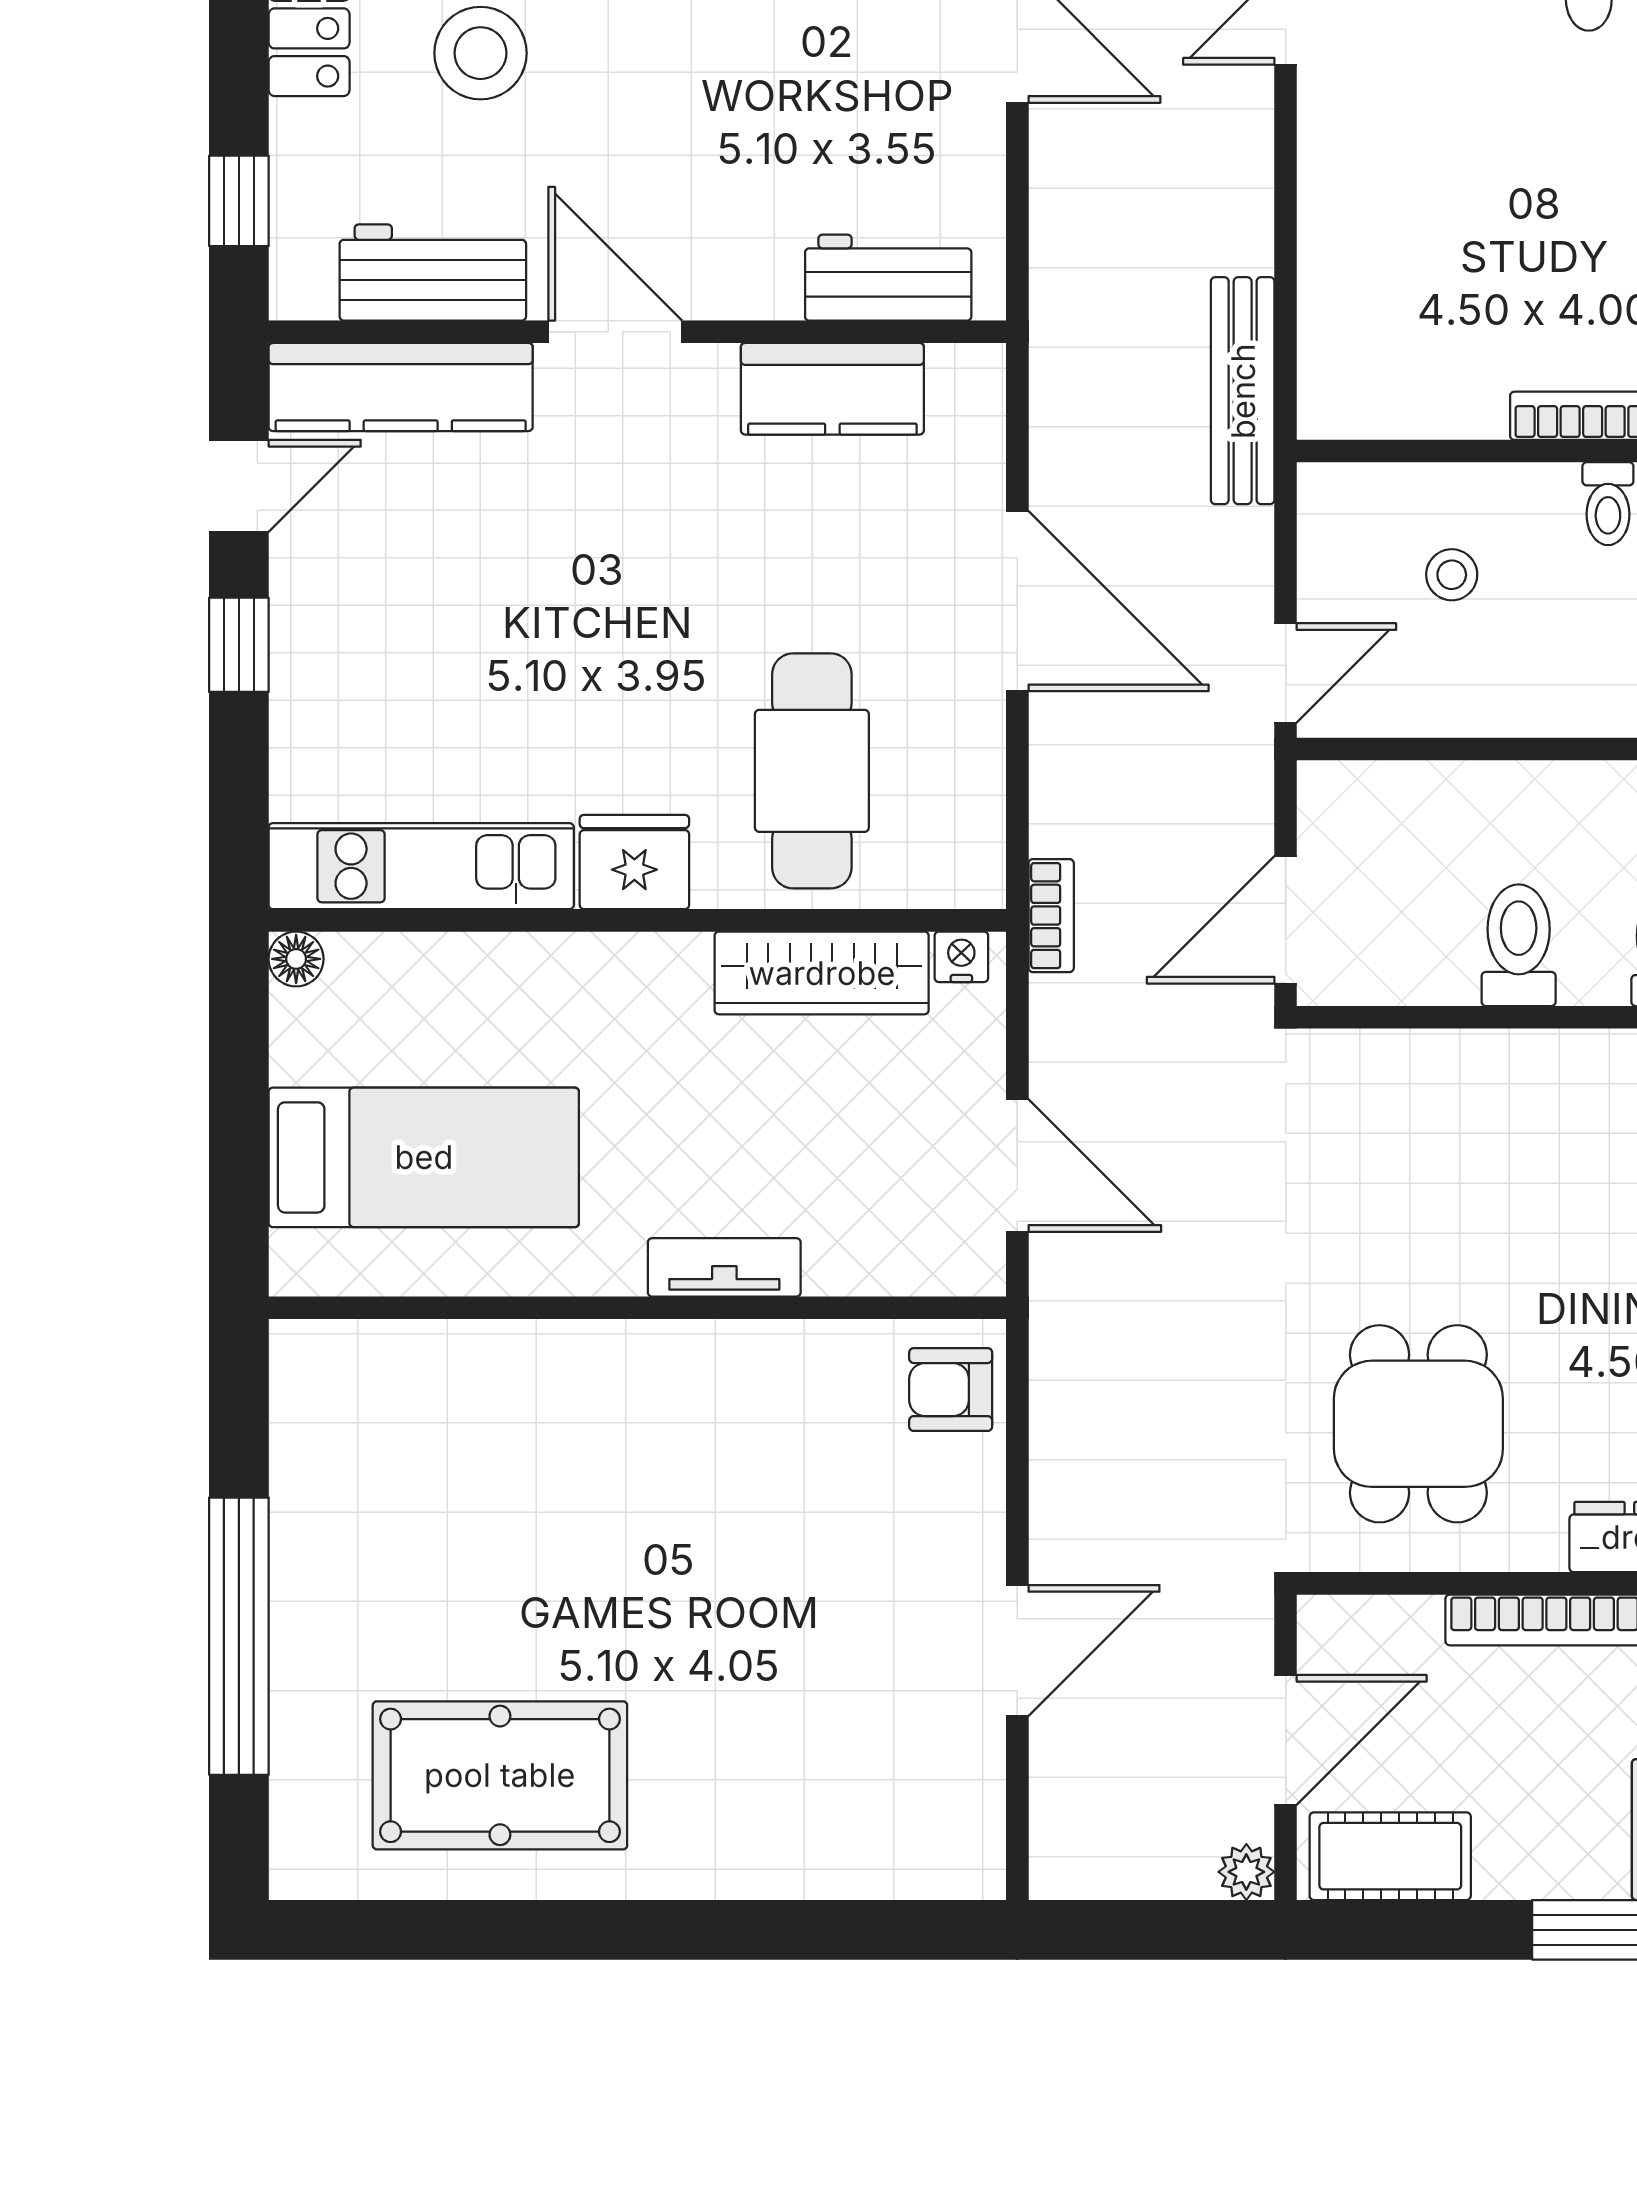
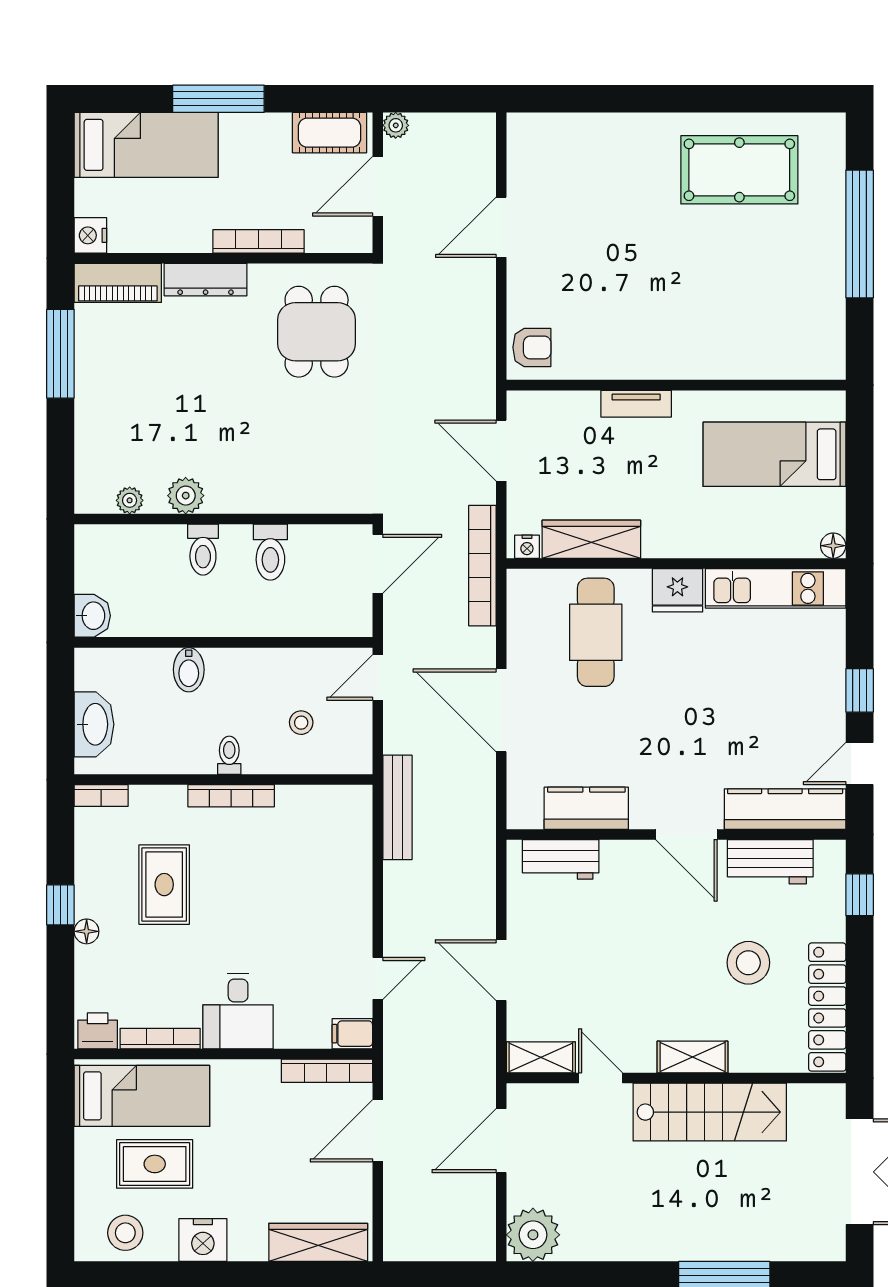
bookcase: (1051, 916) -> (482, 566), width x2.31, depth x1.31

